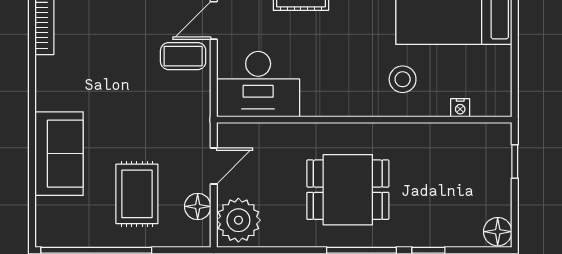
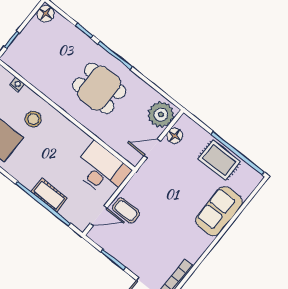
rug: (137, 194) -> (219, 160), moved, turned 90

